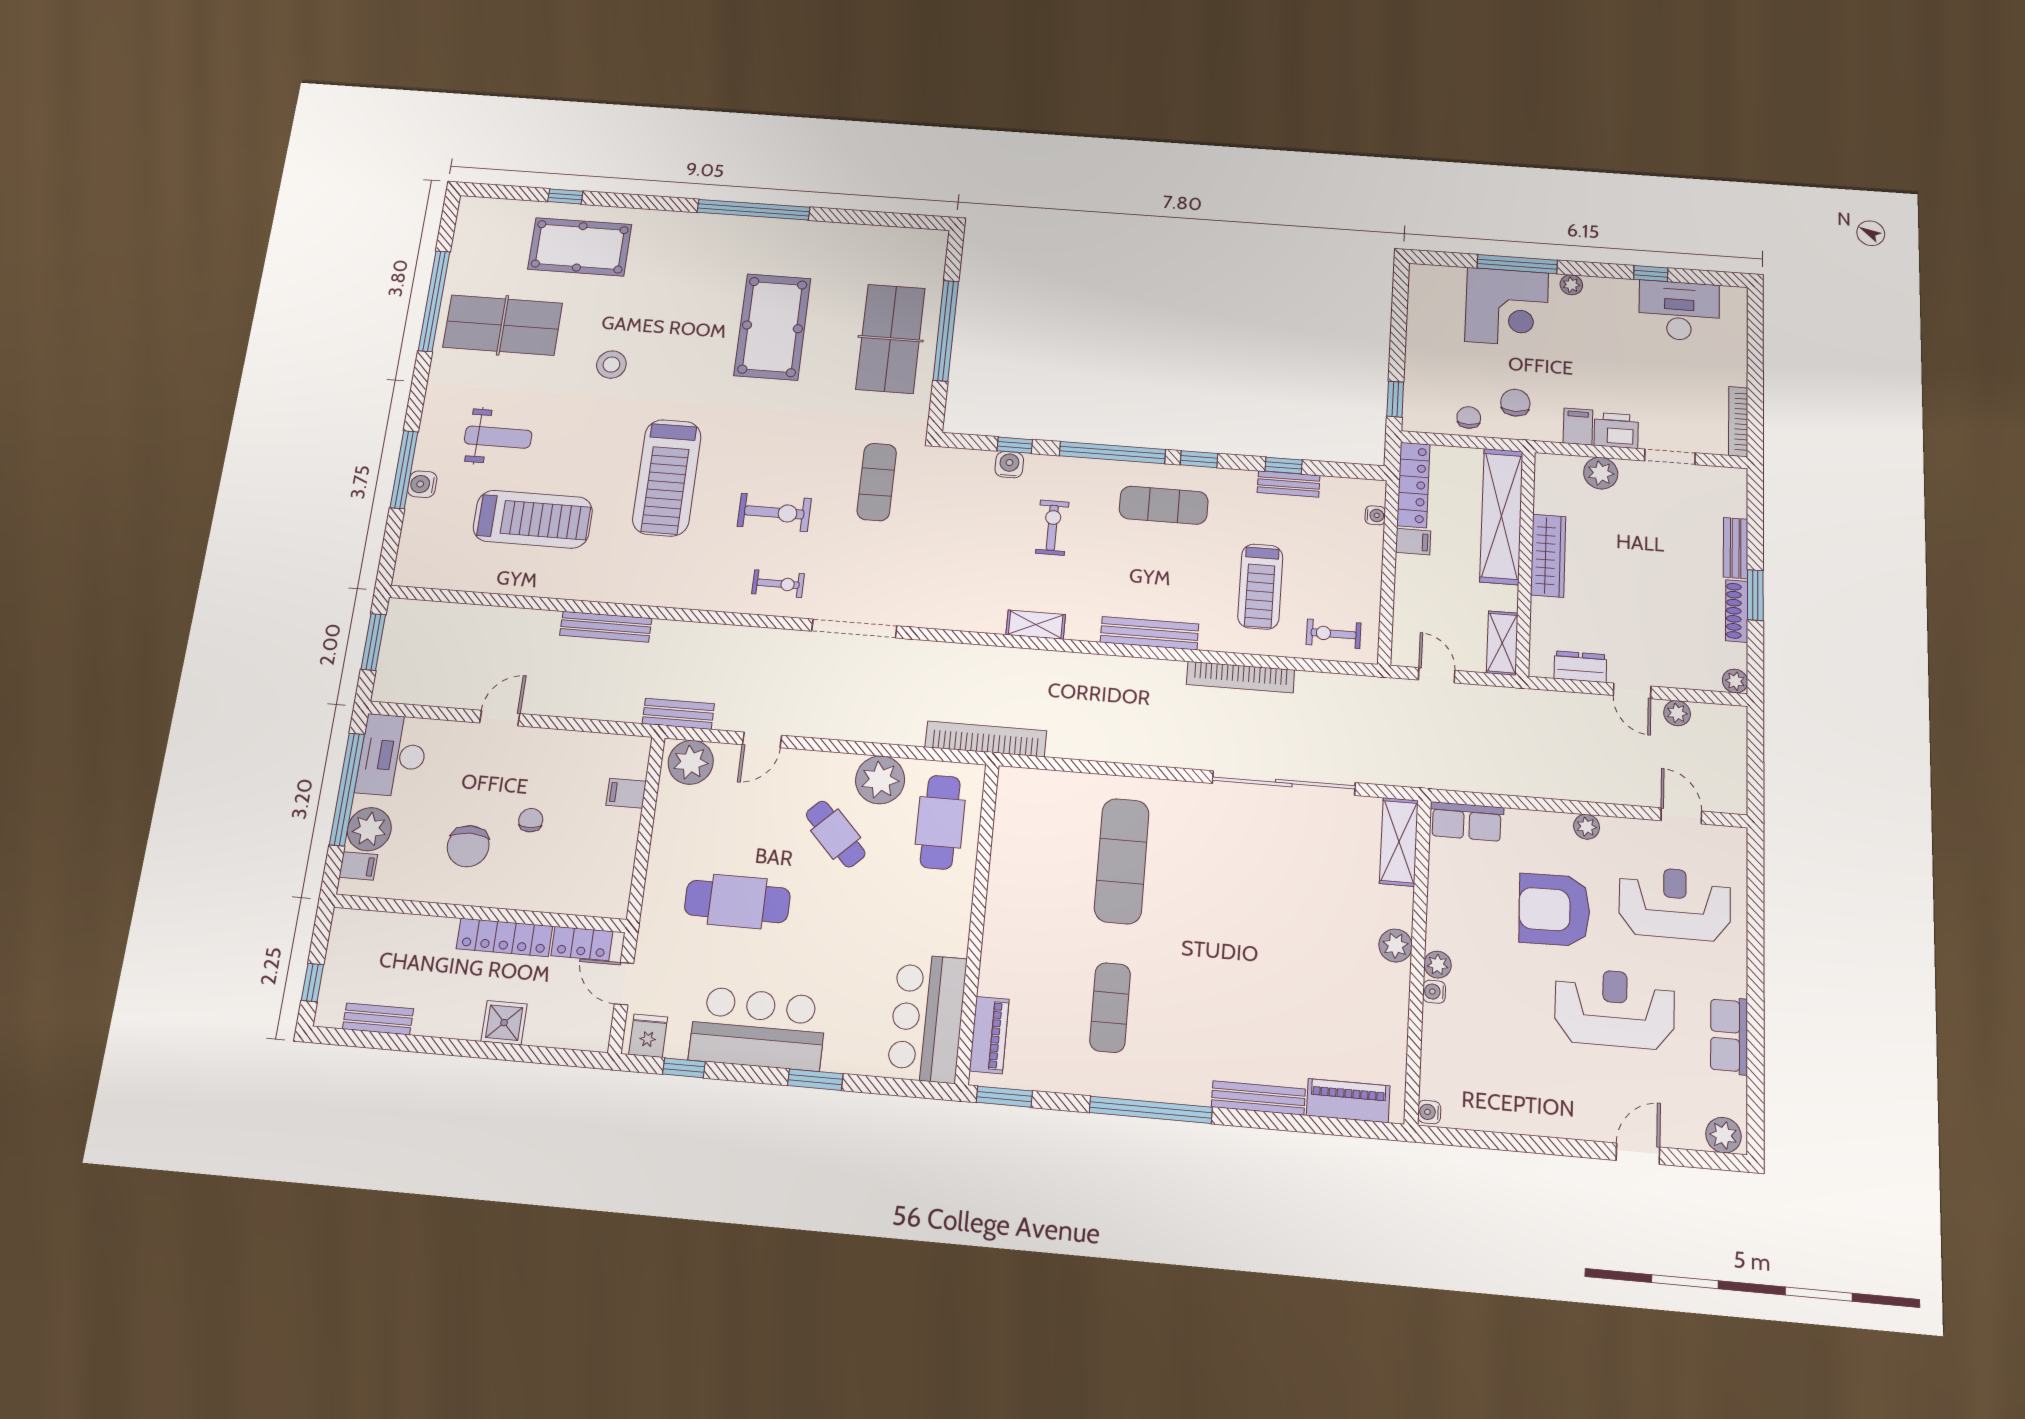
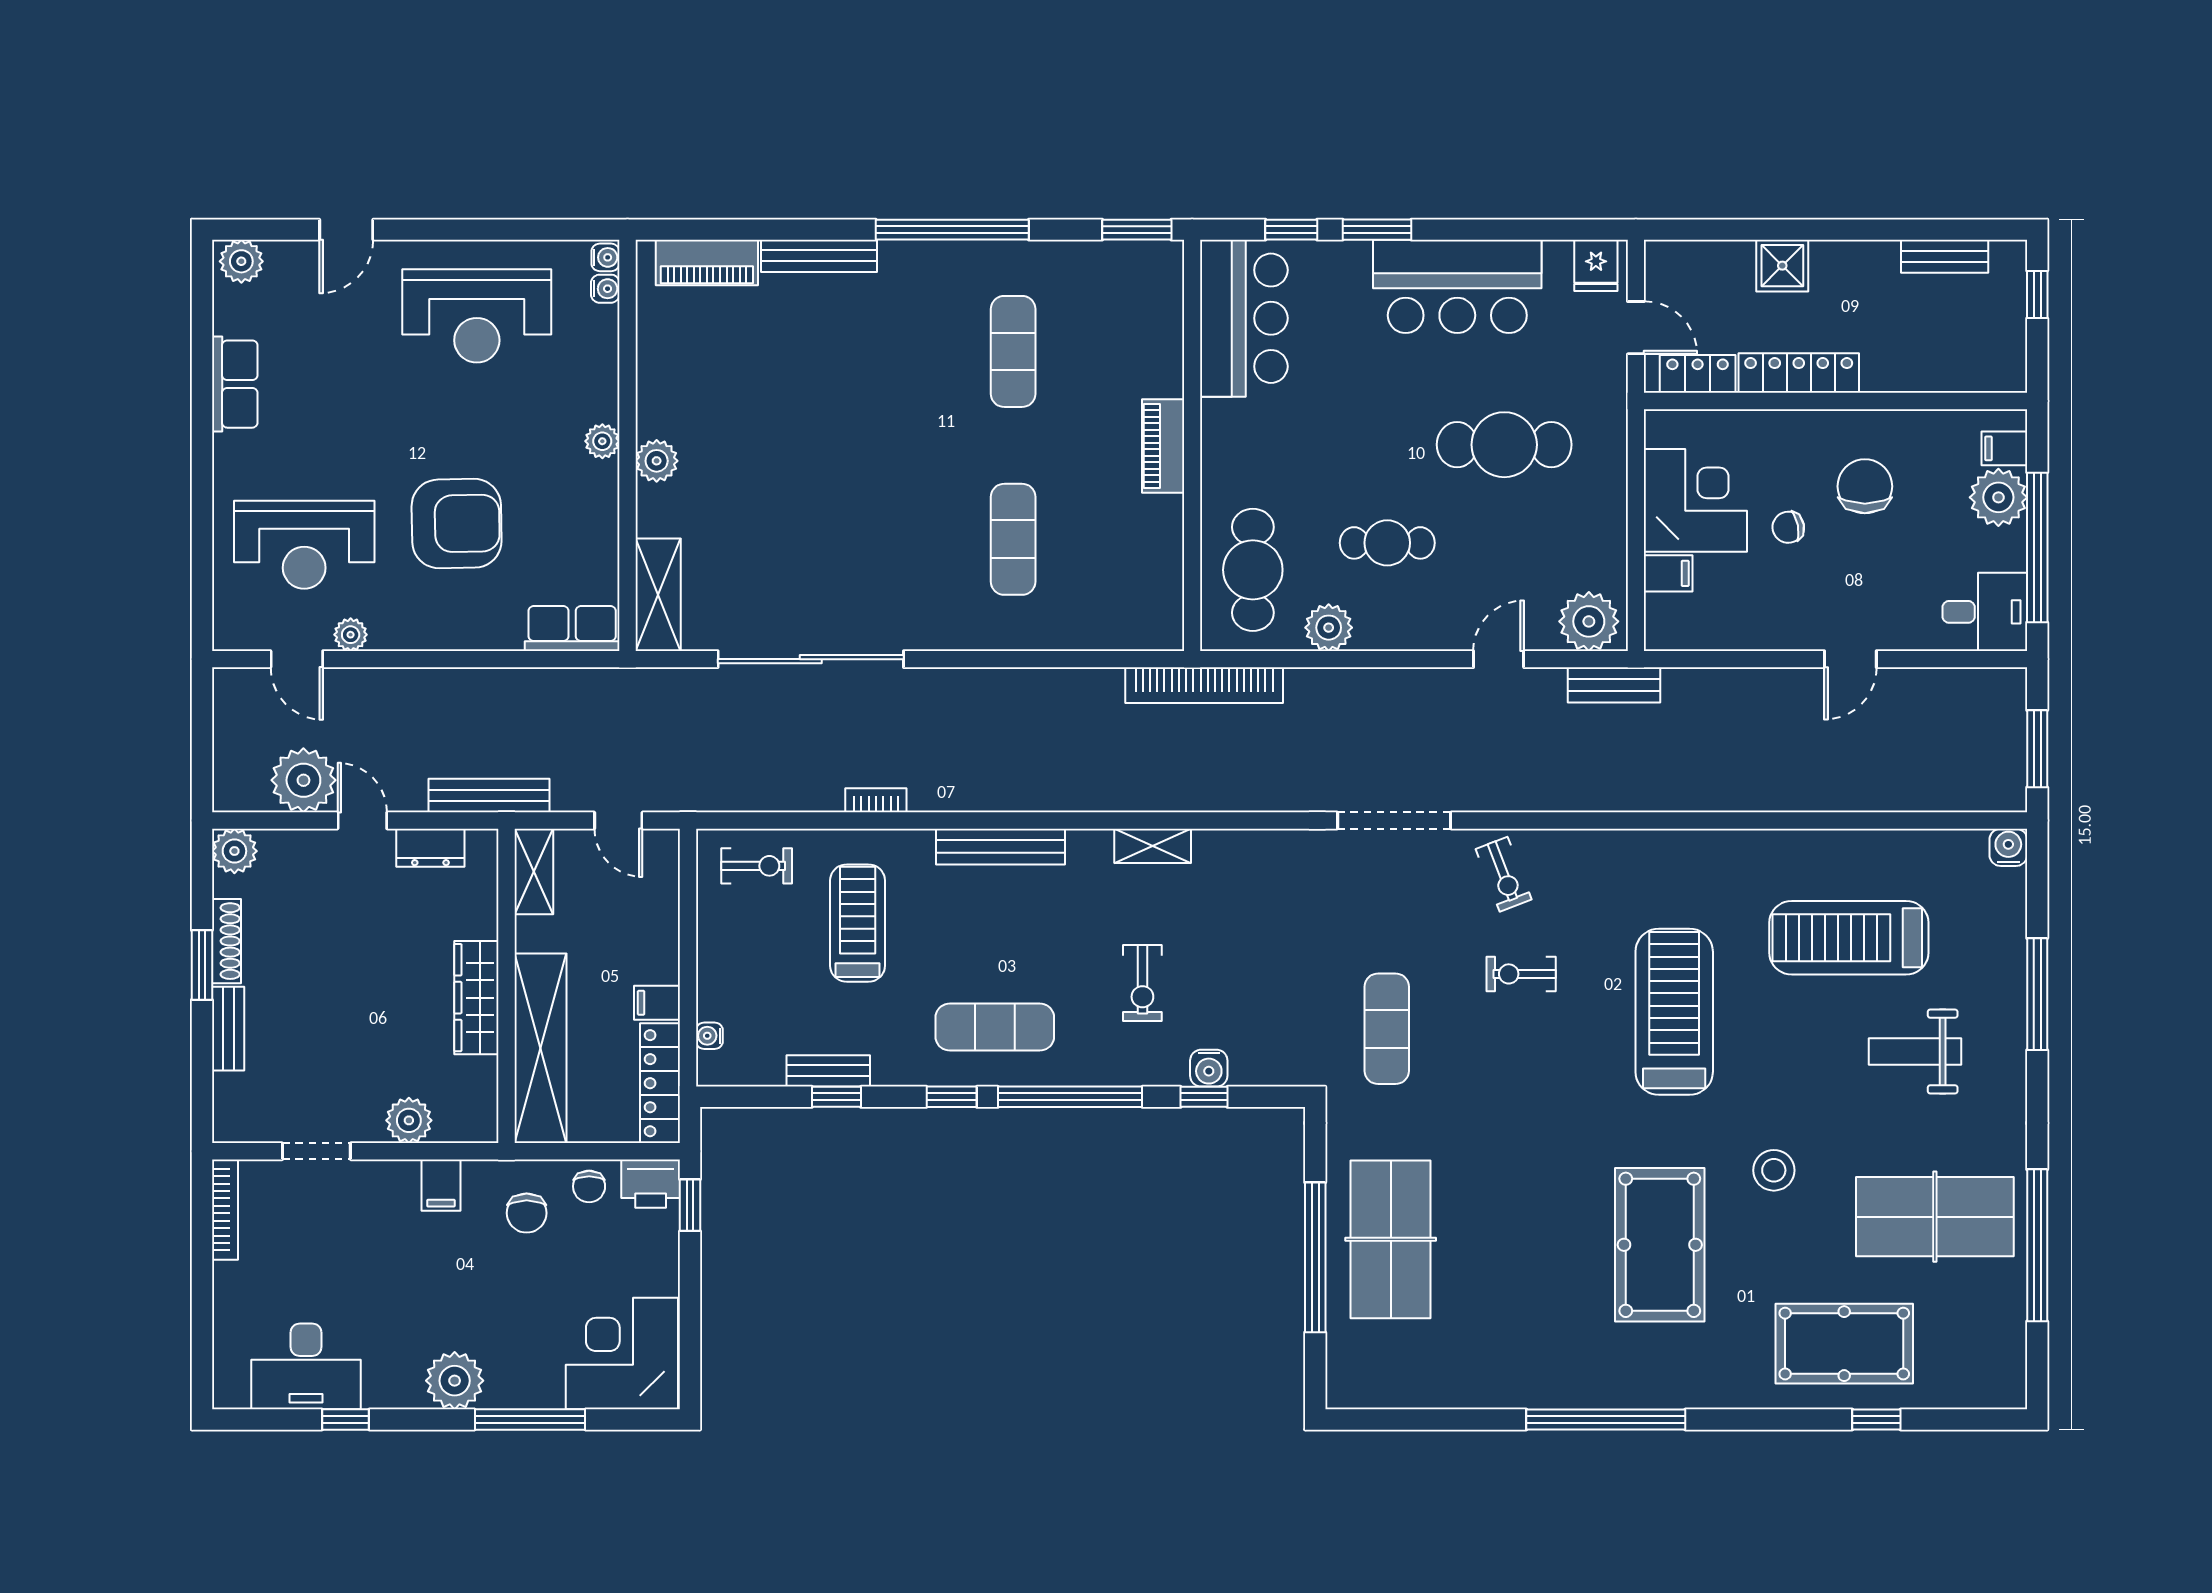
plant: (1571, 285) -> (455, 1381), width x1.87, depth x1.87
corner desk: (1507, 307) -> (622, 1353), moved
pool table: (772, 327) -> (1660, 1245), moved
printer: (1616, 430) -> (651, 1184), moved
water cooler: (422, 484) -> (2008, 847), moved, turned -90
exercise bike: (774, 512) -> (1521, 974), width x0.73, depth x0.72
exercise bike: (778, 584) -> (1504, 874), turned -111
bench: (606, 627) -> (489, 796), moved
bookcase: (1240, 677) -> (876, 800), width x0.43, depth x0.76
plant: (1735, 681) -> (234, 851), width x1.38, depth x1.38
plant: (1677, 713) -> (303, 780), width x1.88, depth x1.88
desk: (392, 756) -> (1985, 612), width x0.73
plant: (880, 780) -> (1329, 628), width x0.73, depth x0.73
chair: (531, 820) -> (1788, 527), turned 82
plant: (1587, 827) -> (351, 635), moved
cafe table: (836, 834) -> (1387, 543), turned -46
corner desk: (598, 846) -> (1695, 500), added
exercise mat: (1122, 861) -> (1013, 539), width x0.73, depth x0.69
water cooler: (1434, 992) -> (605, 289), moved
reception desk: (1615, 1008) -> (477, 316), moved
piano: (989, 1035) -> (1163, 446), moved
window: (684, 1068) -> (1291, 230), moved

